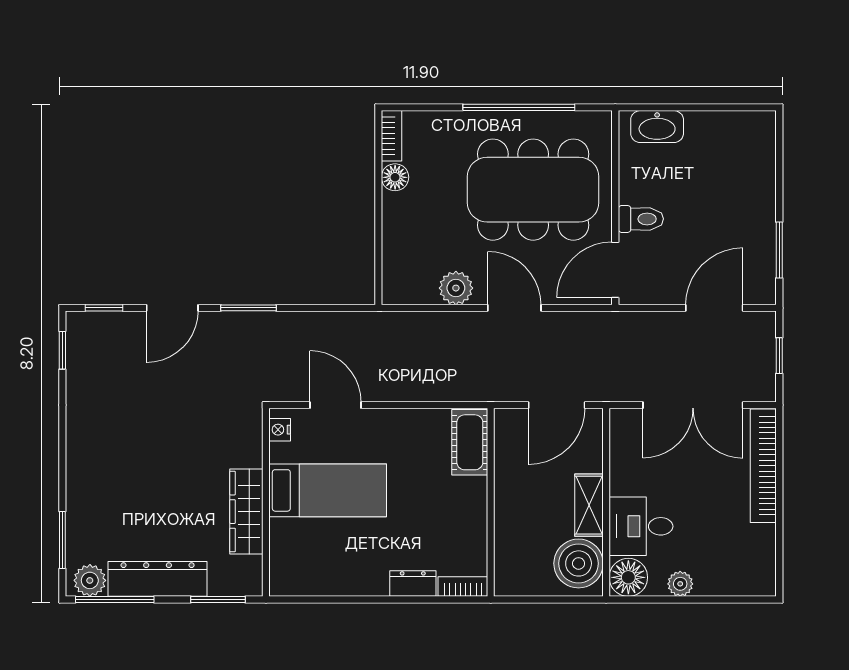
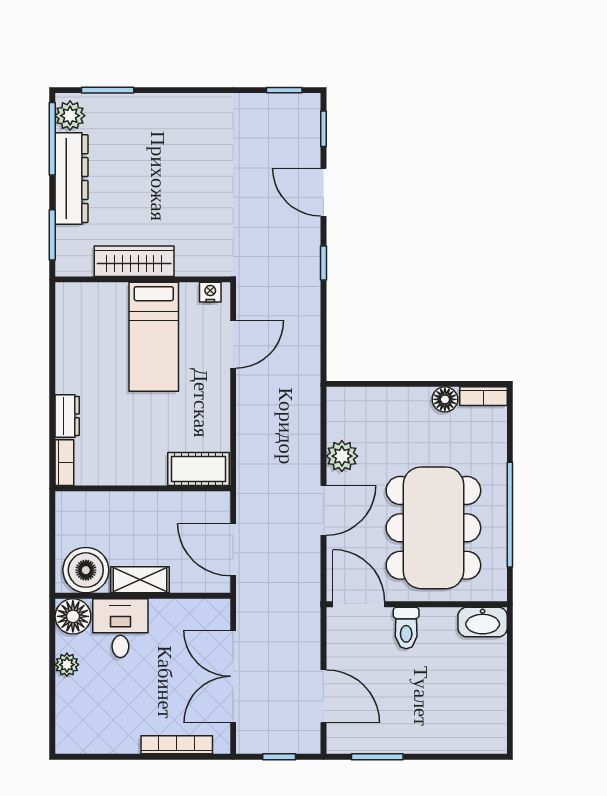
washbasin: (657, 127) -> (483, 622), moved, turned -90
window: (248, 308) -> (323, 263), width x0.67
bookcase: (763, 466) -> (177, 745), width x0.68, depth x0.76

